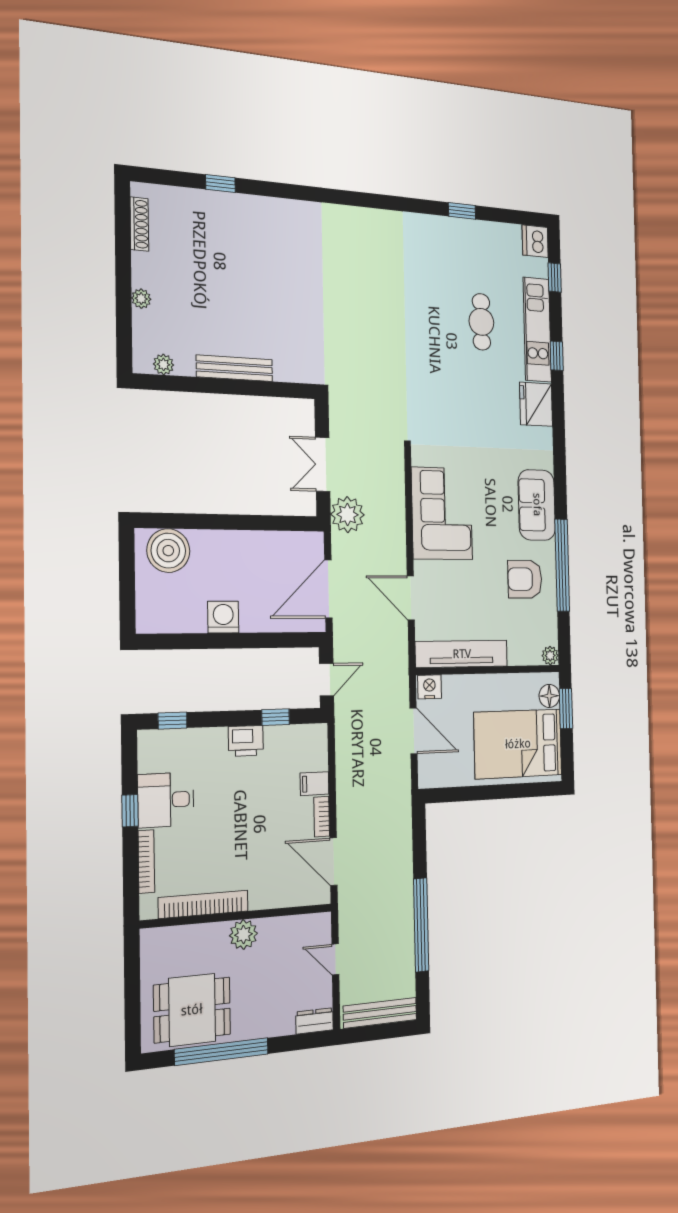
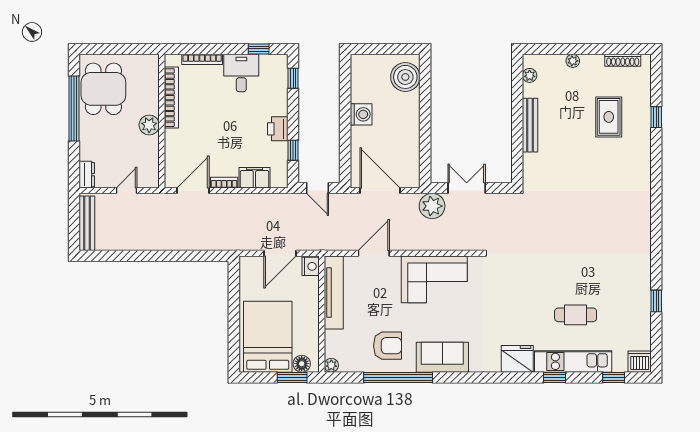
rug: (221, 253) -> (609, 117), added
armchair: (525, 579) -> (388, 346), turned 90
filing cabinet: (314, 784) -> (254, 178), width x2.00
window: (130, 811) -> (259, 49), moved
window: (421, 925) -> (144, 256), removed

